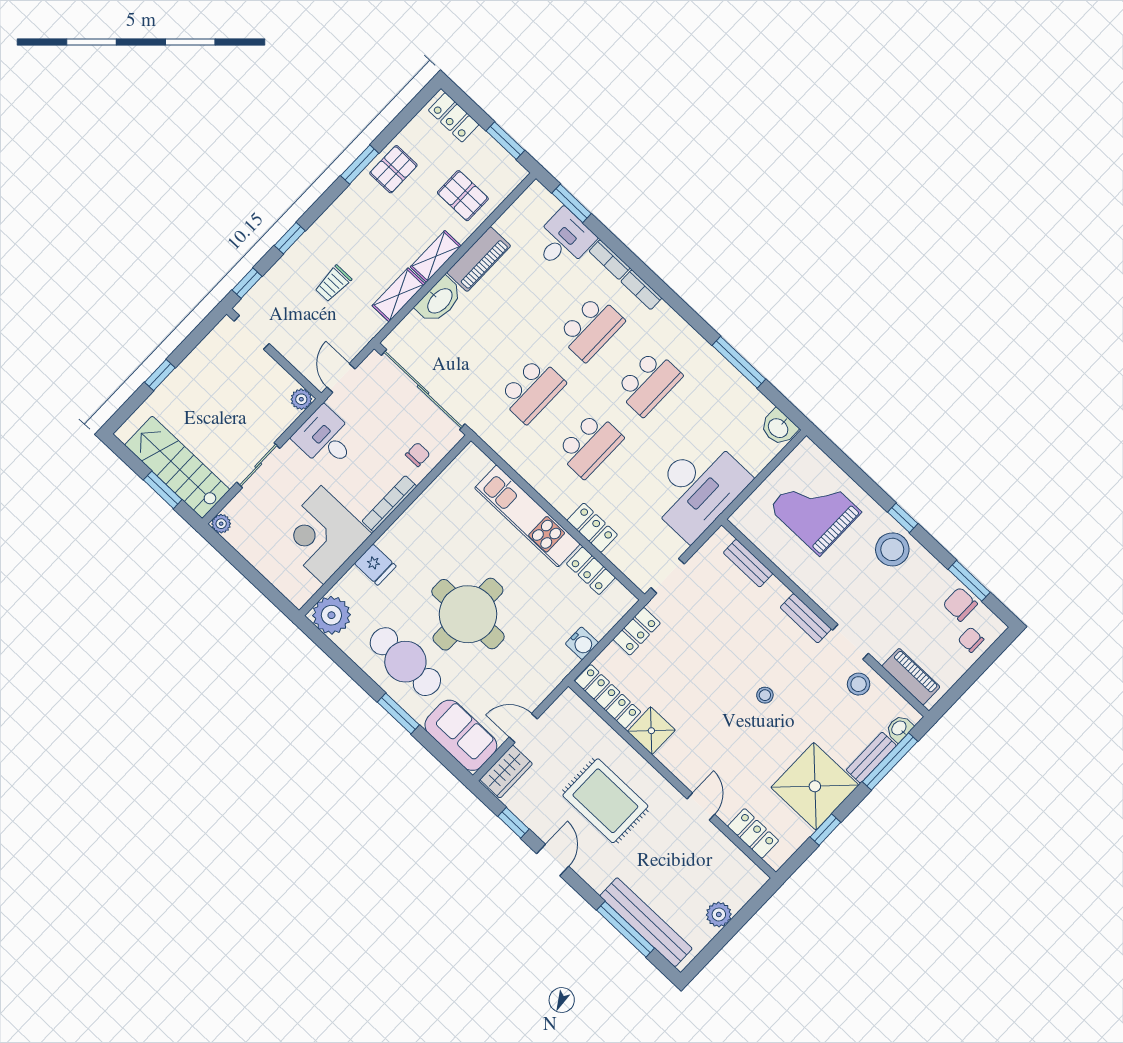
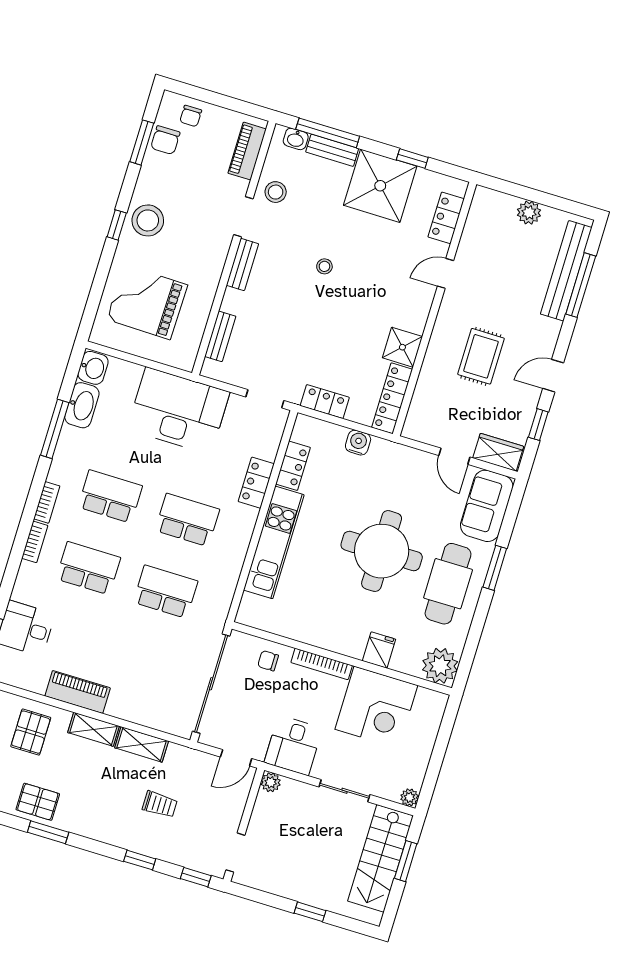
bookcase: (610, 260) -> (47, 502), moved
washbasin: (439, 300) -> (82, 405), moved, turned 90
grand piano: (815, 510) -> (147, 302), turned 91
rug: (605, 801) -> (481, 356), width x0.73, depth x0.70

